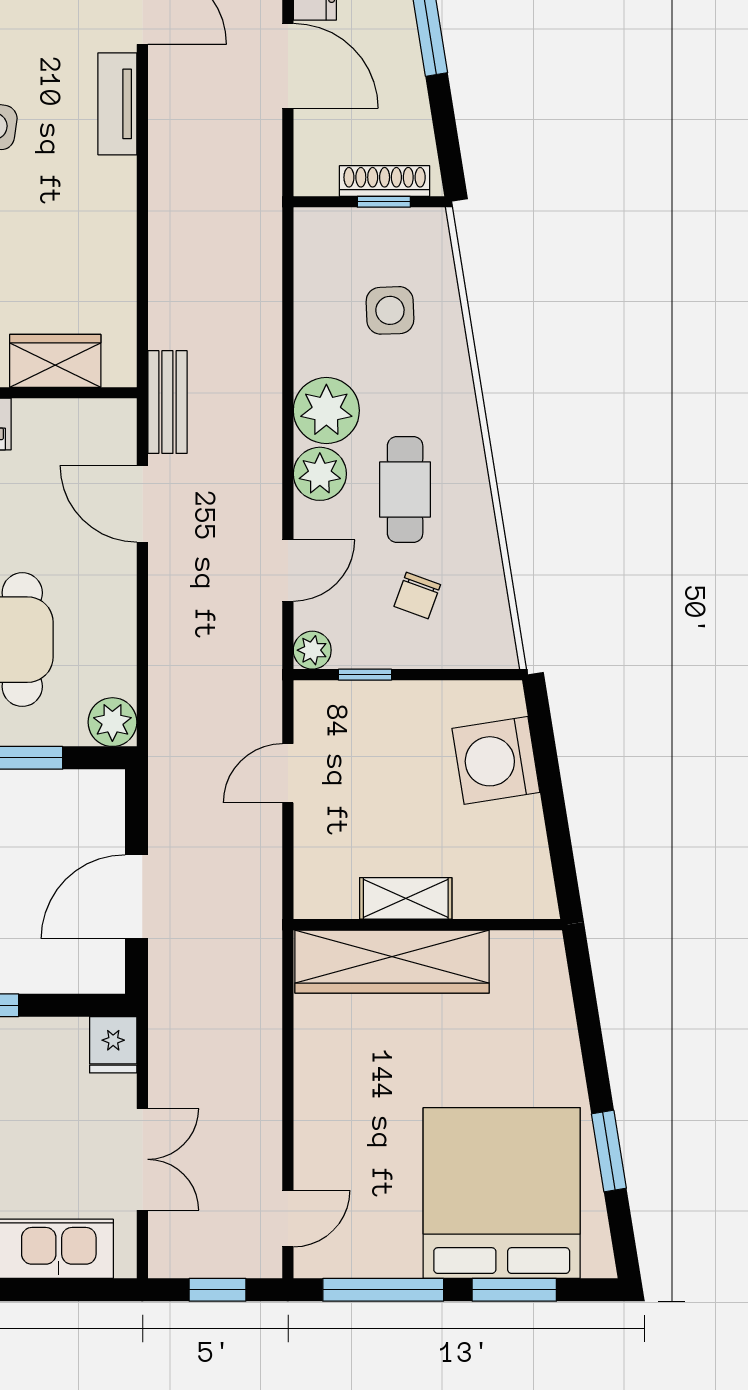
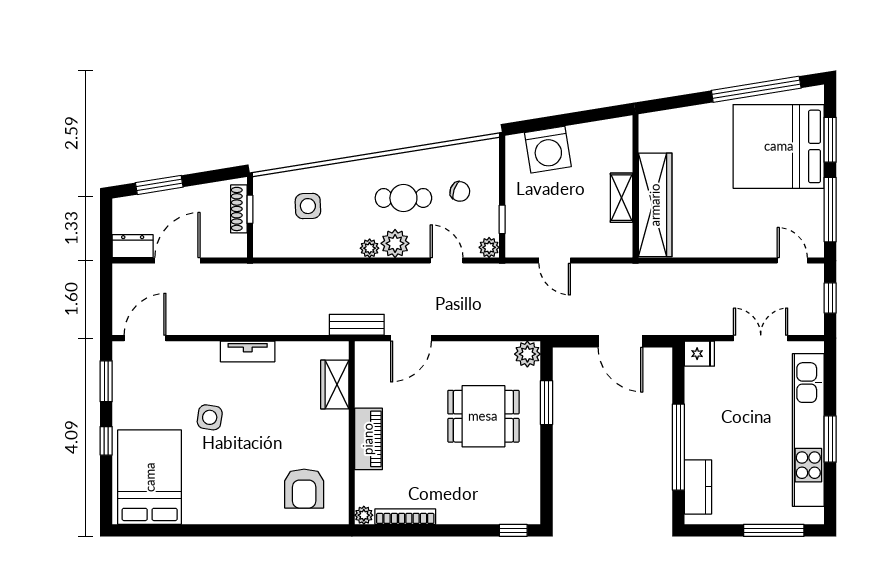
tv unit: (117, 104) -> (248, 351), moved
plant: (326, 411) -> (370, 248), width x0.53, depth x0.53
window: (609, 1151) -> (756, 89), width x2.11

